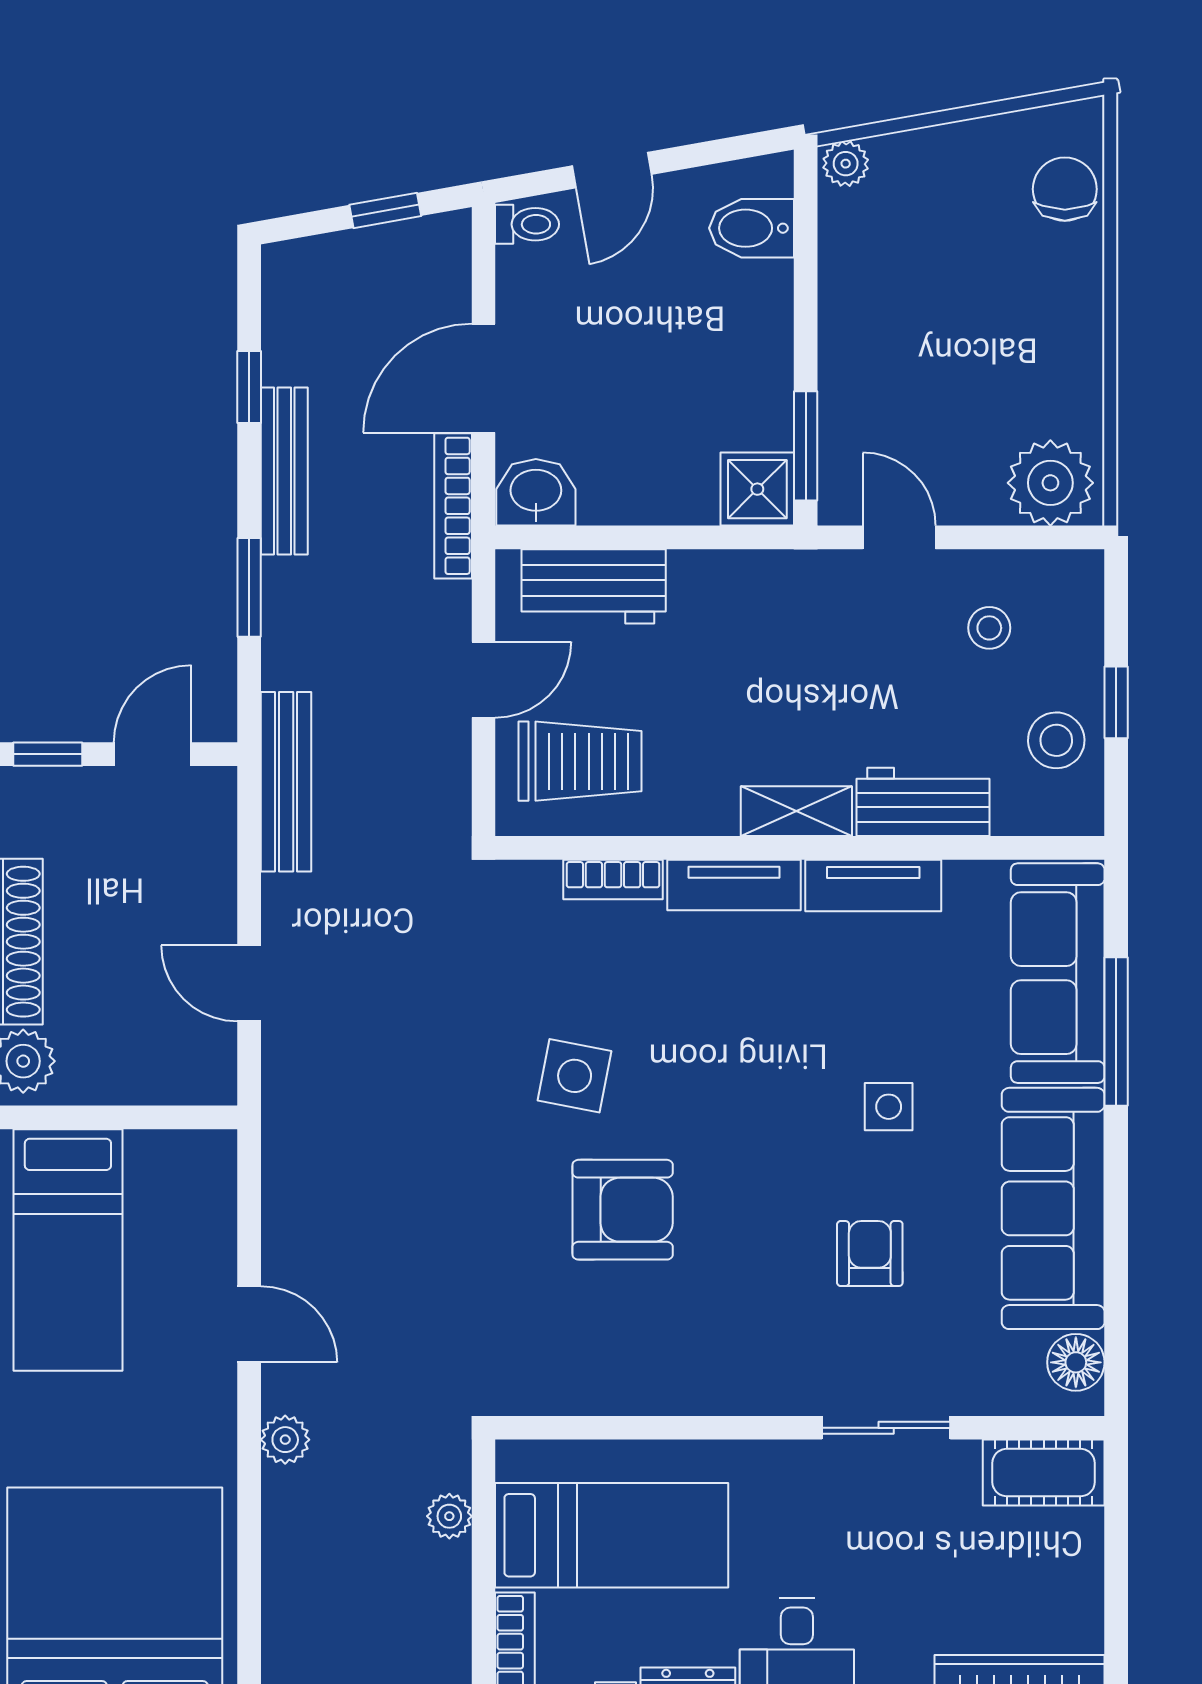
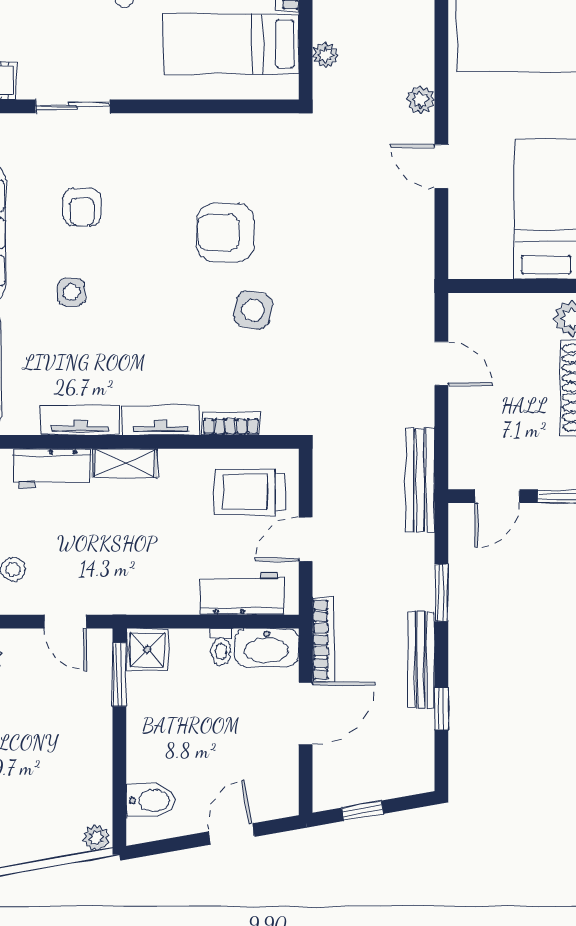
toilet: (527, 224) -> (221, 647), moved, turned -90
washbasin: (536, 492) -> (267, 648), width x1.38

